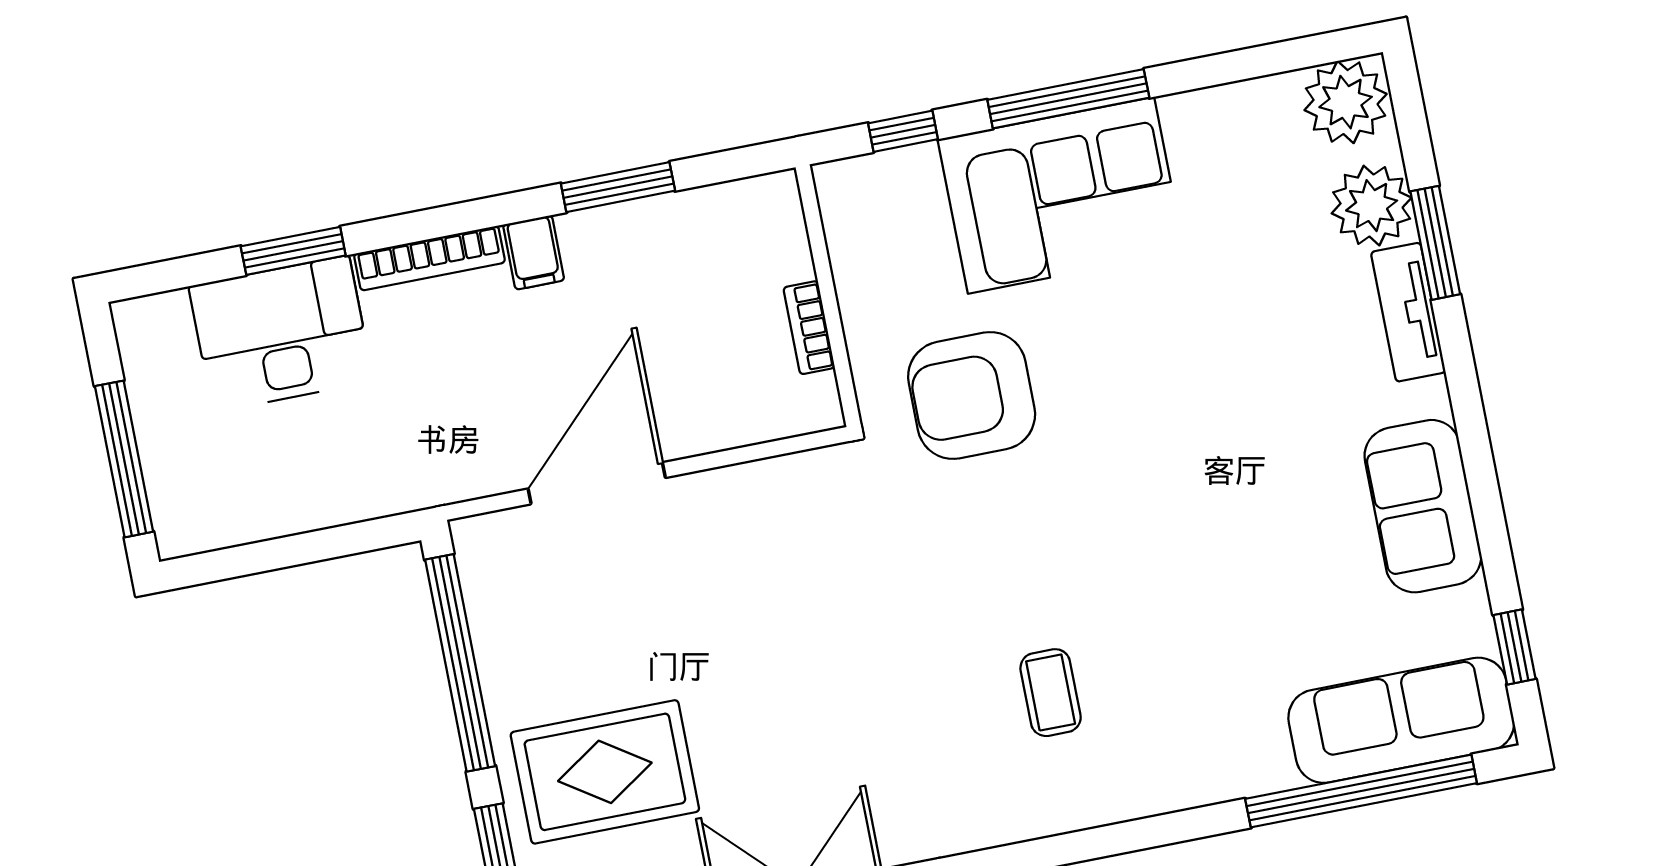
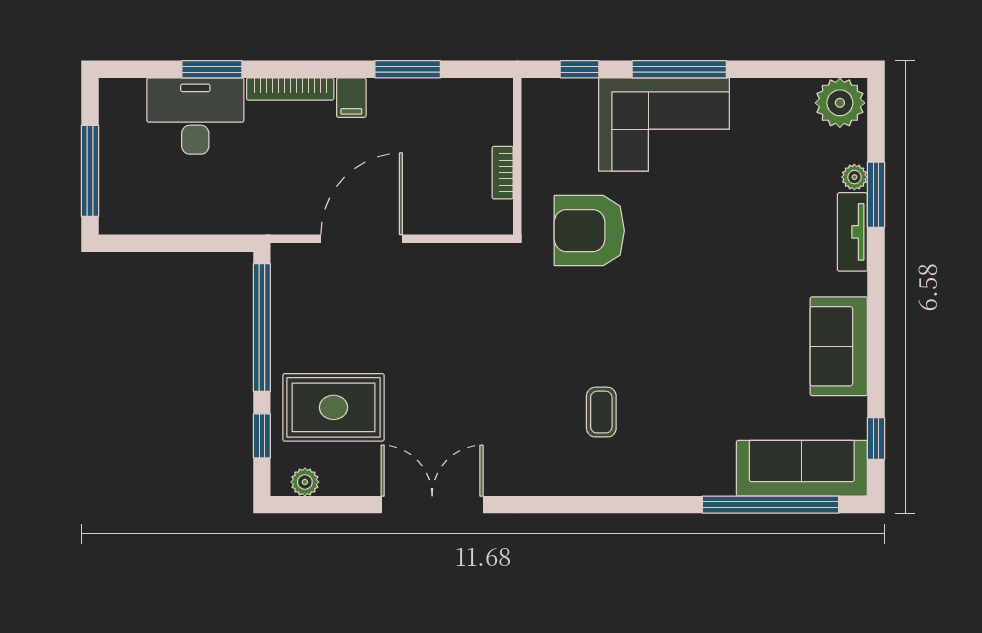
plant: (1372, 206) -> (854, 177), width x0.53, depth x0.53

